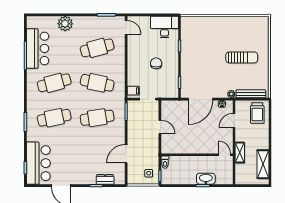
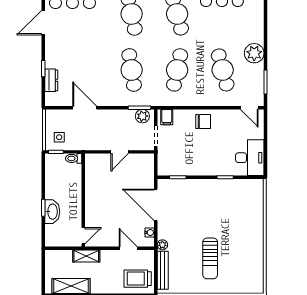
plant: (65, 24) -> (254, 53), moved
door: (126, 27) -> (249, 108), hinge flipped
chair: (156, 63) -> (203, 121), moved
plant: (133, 109) -> (142, 116), added

